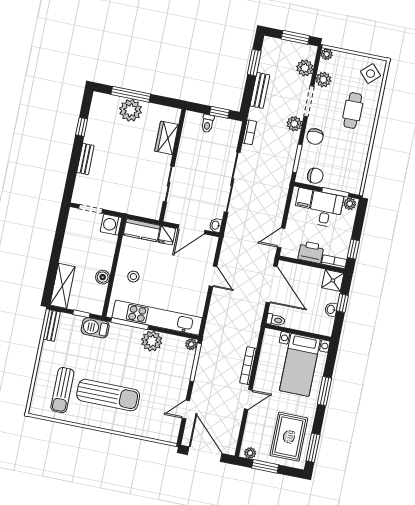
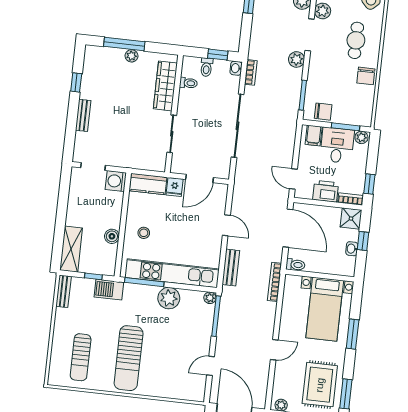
bench: (260, 90) -> (231, 268), moved
plant: (131, 110) -> (131, 56), width x0.53, depth x0.53
toilet: (189, 137) -> (188, 83), added
chair: (315, 137) -> (366, 76), moved
wardrobe: (167, 138) -> (165, 86), width x1.50
washbasin: (216, 225) -> (236, 68), moved
door: (281, 238) -> (293, 179), hinge flipped
bookcase: (248, 366) -> (275, 282), moved
sun lounger: (108, 395) -> (129, 358), turned 90

